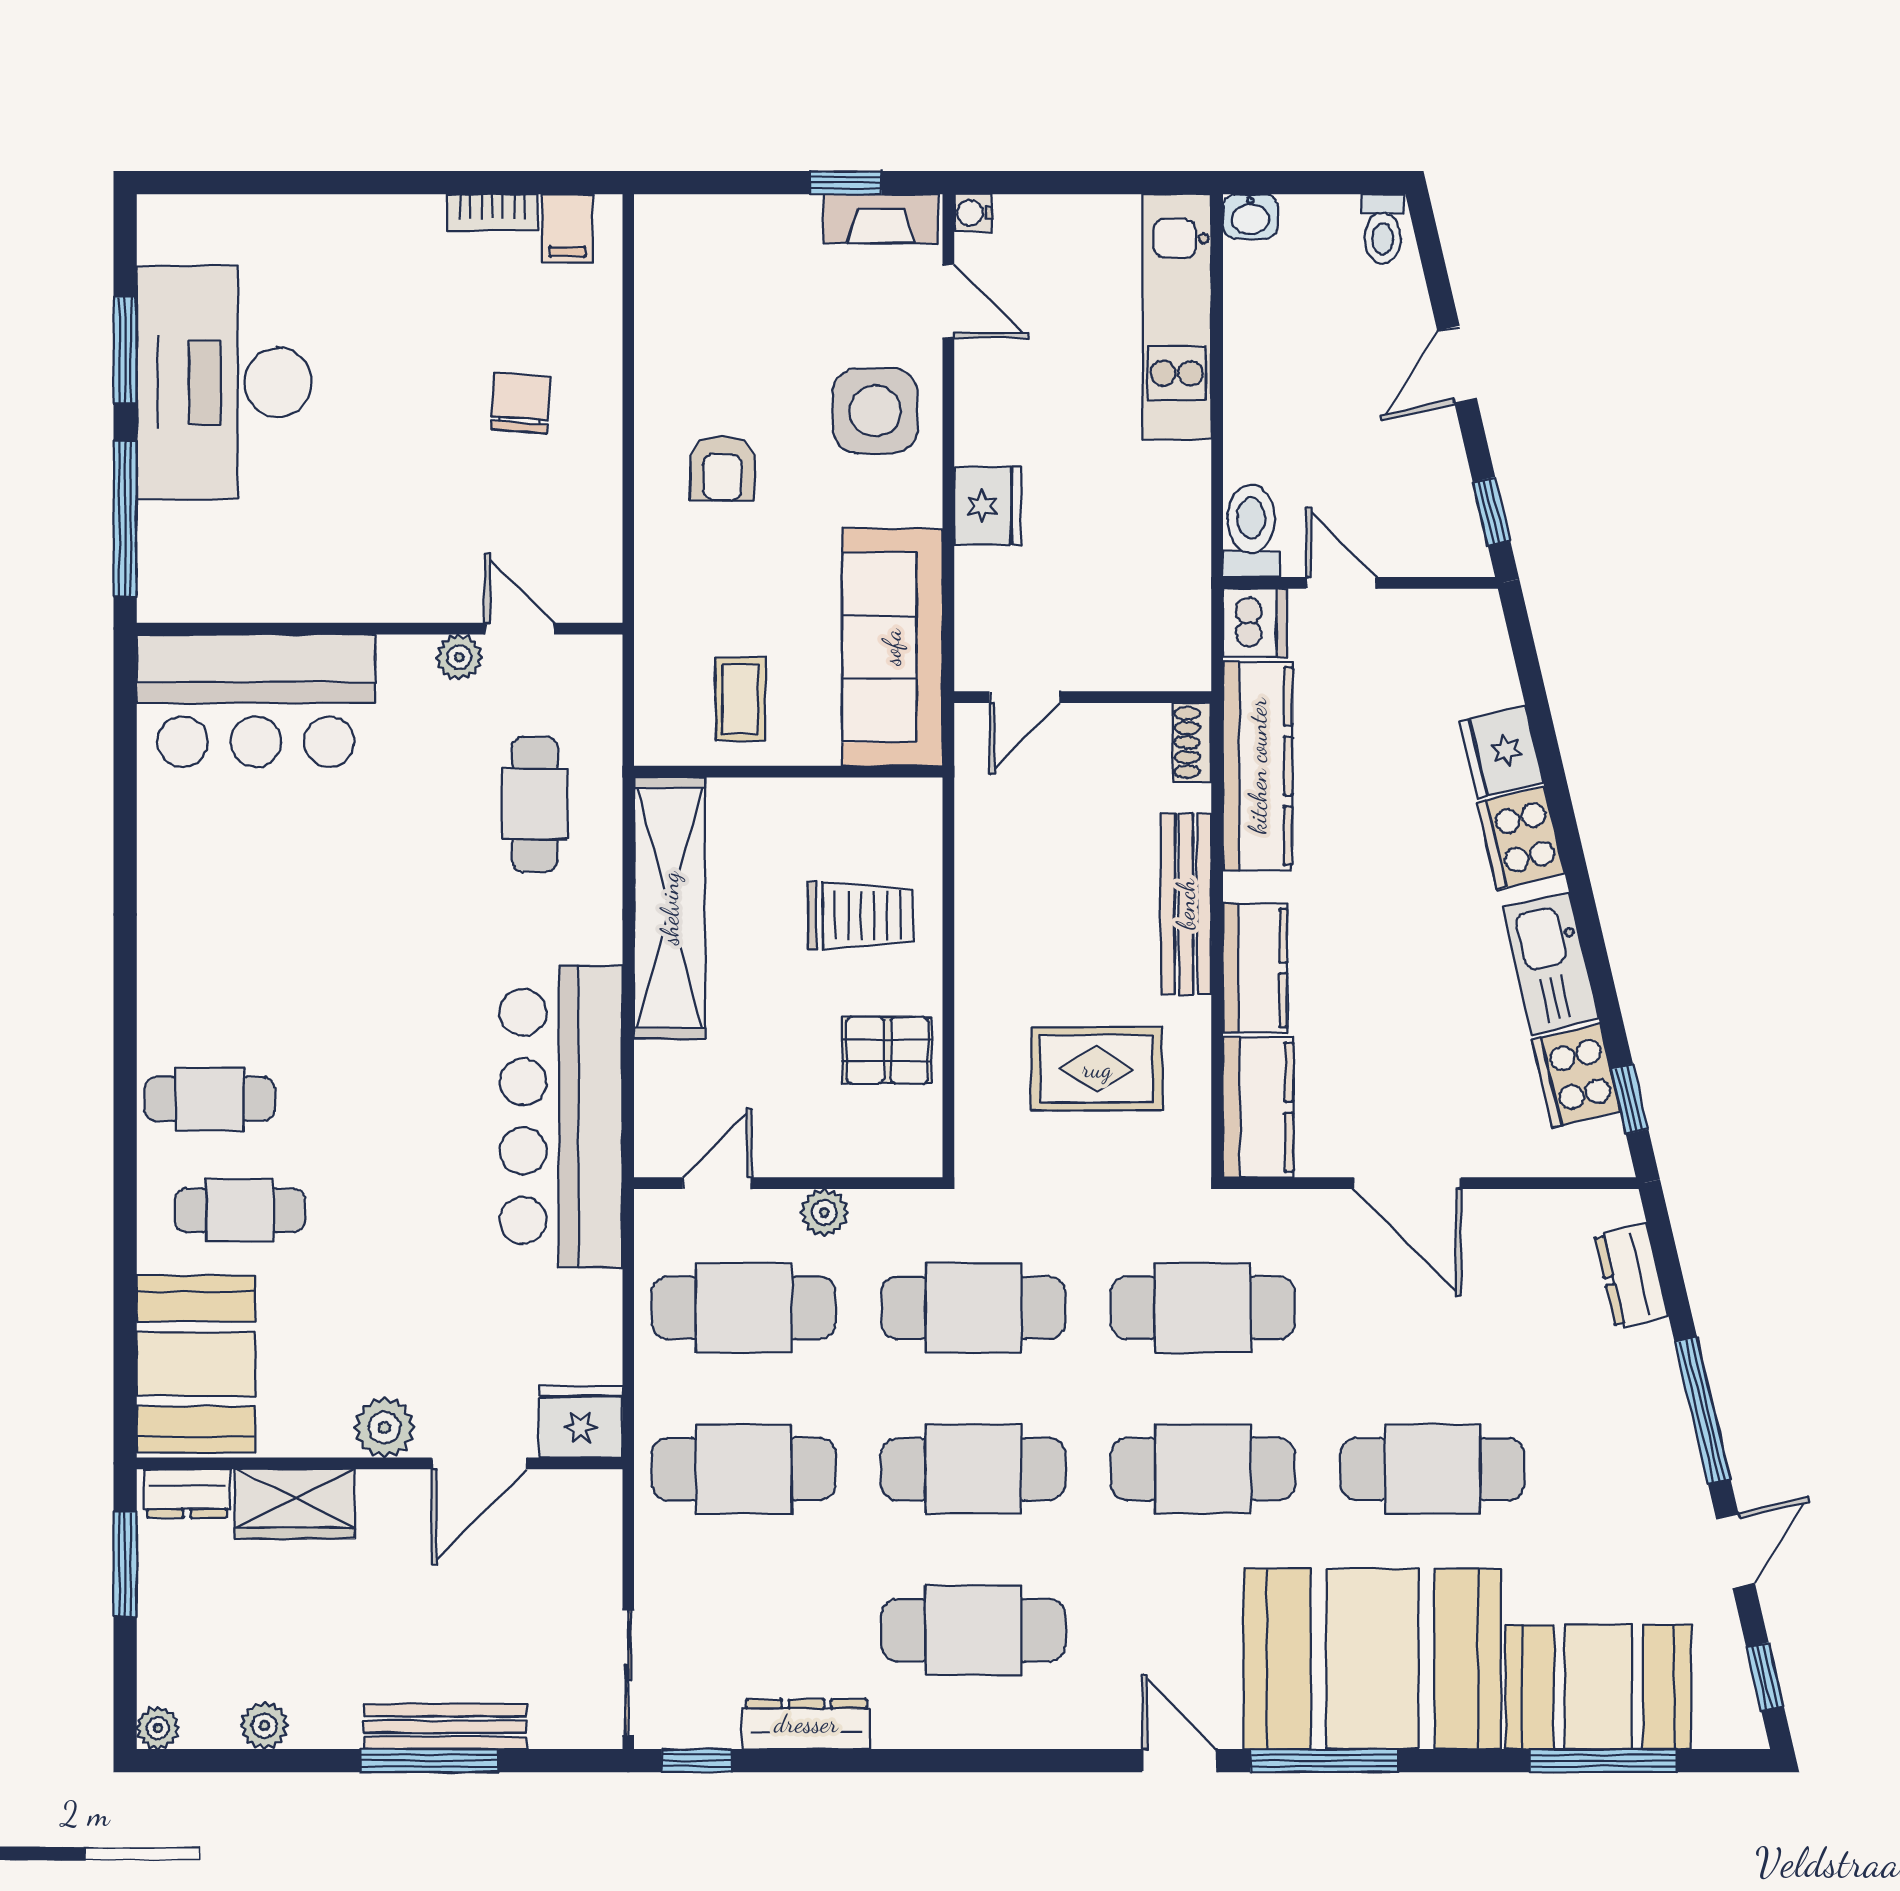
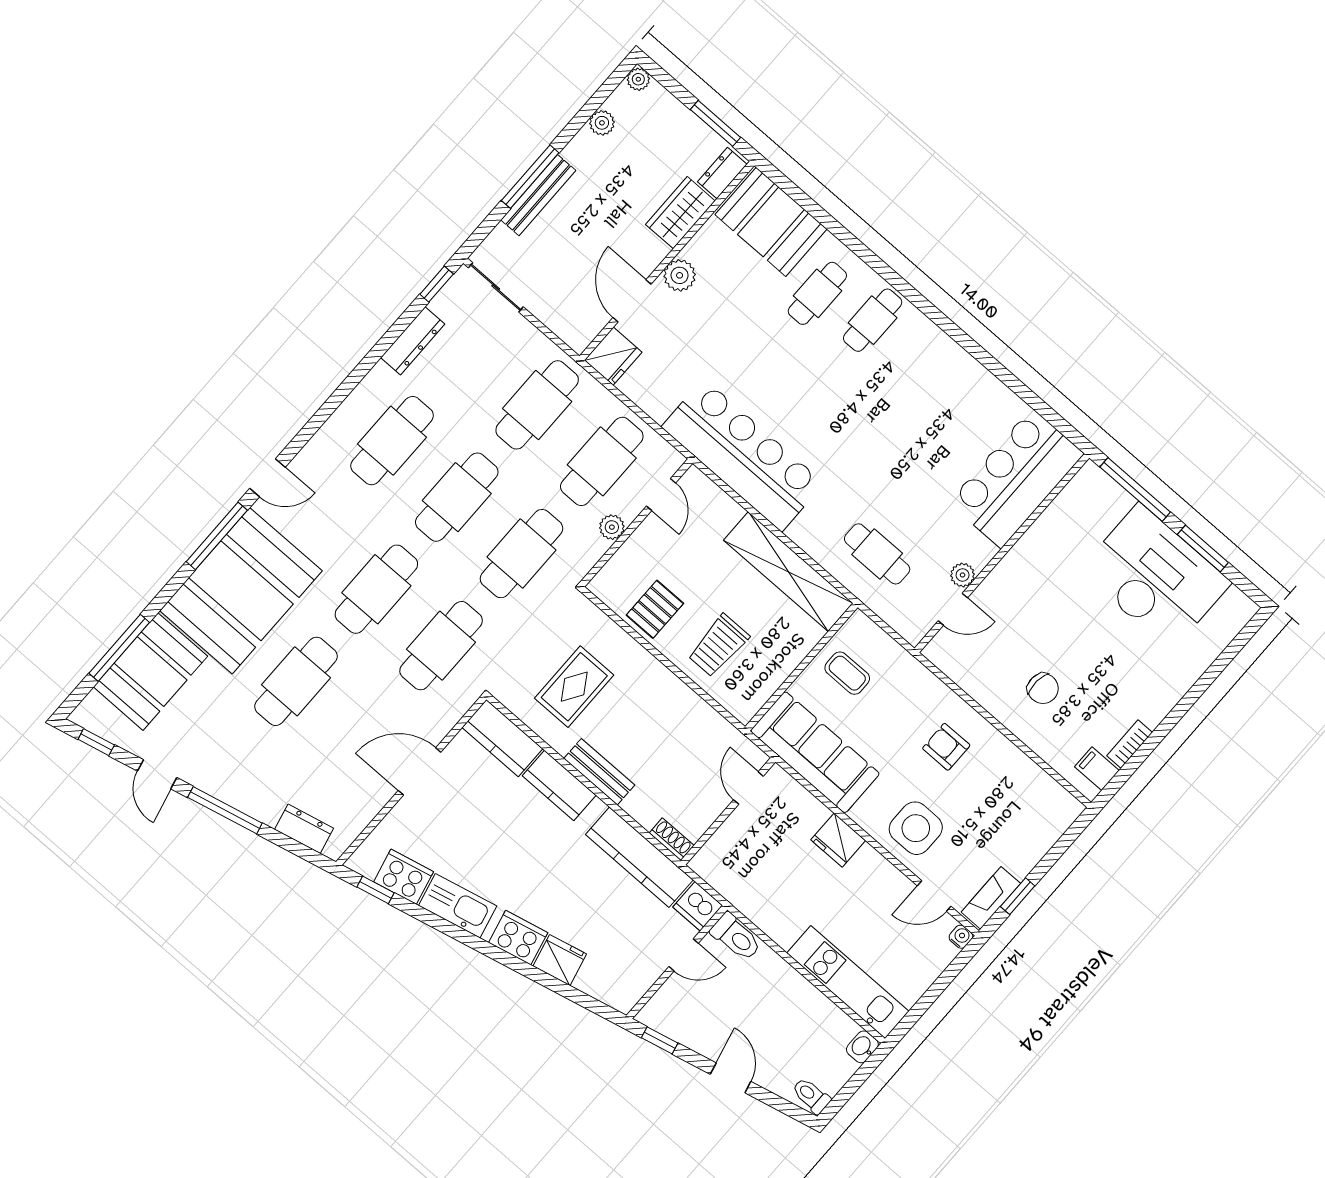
bench: (1186, 904) -> (599, 772), width x0.73

